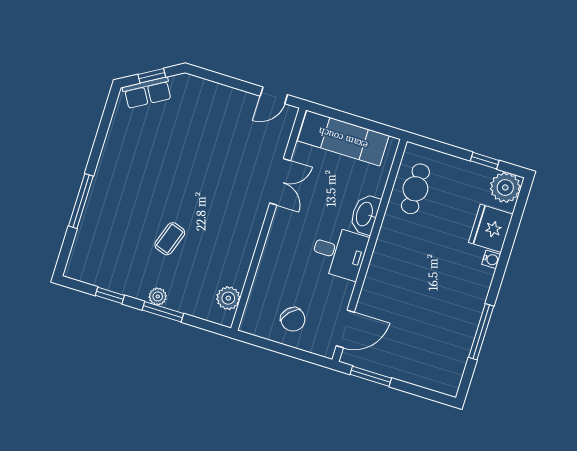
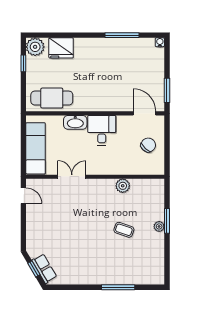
cafe table: (415, 189) -> (52, 98), width x1.37, depth x1.35
water cooler: (491, 259) -> (160, 42), moved
window: (110, 295) -> (167, 254), removed
plant: (228, 298) -> (123, 186), moved

